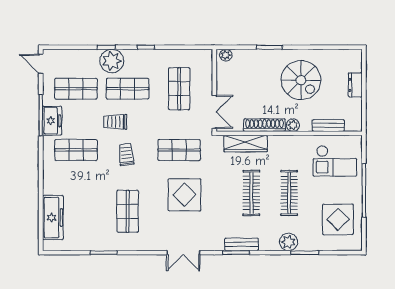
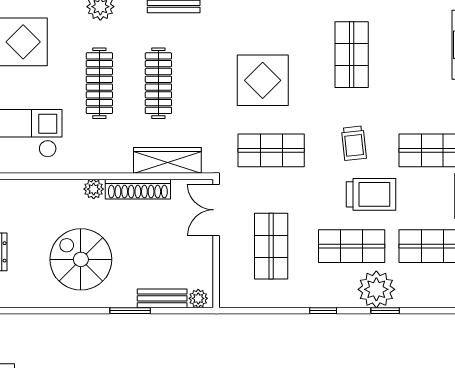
trolley: (115, 122) -> (371, 194), width x1.36, depth x1.39
bench: (328, 125) -> (162, 298), moved

